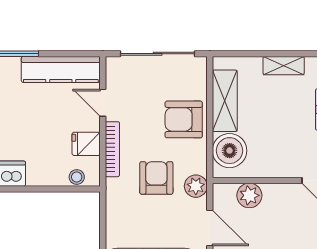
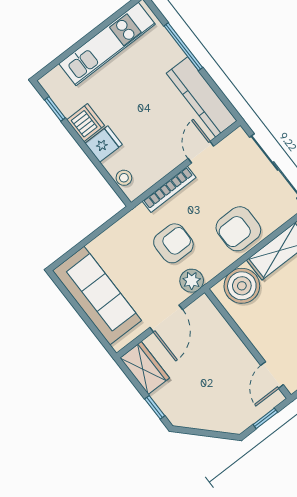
armchair: (184, 119) -> (238, 229), turned -90
fridge: (86, 144) -> (104, 144), moved, turned 90
plant: (249, 195) -> (218, 330), removed

